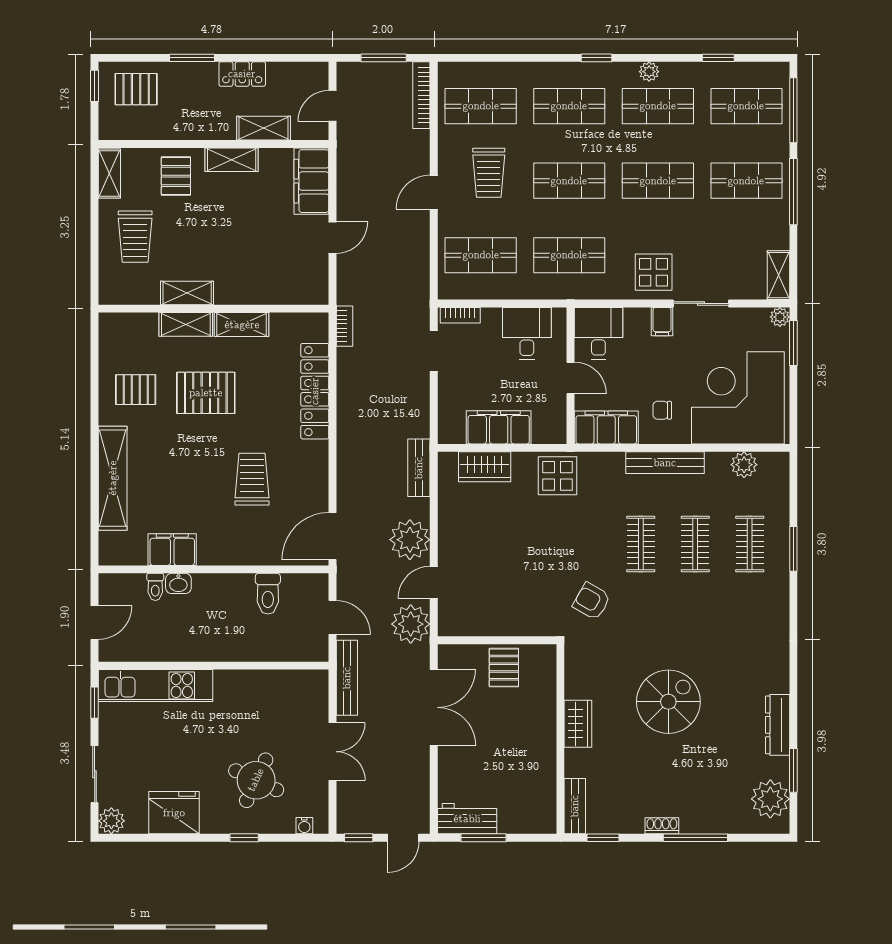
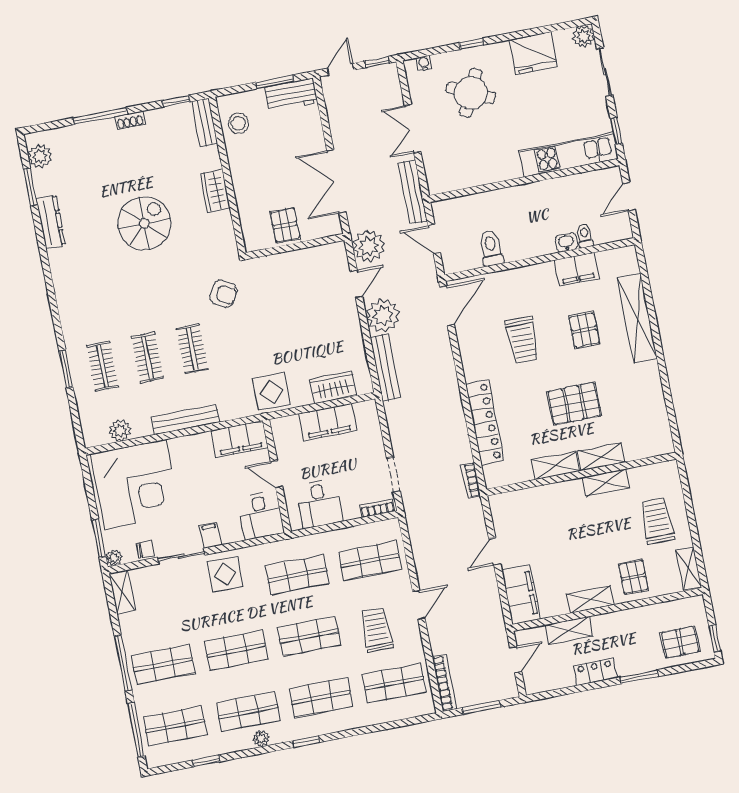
pallet: (136, 390) -> (584, 330), moved, turned 90
chair: (662, 410) -> (145, 549), moved
bench: (419, 468) -> (385, 367), width x1.36
spiral stairs: (668, 702) -> (144, 223), turned 180
stool: (535, 798) -> (238, 123), added
plant: (770, 799) -> (40, 156), width x0.73, depth x0.73

